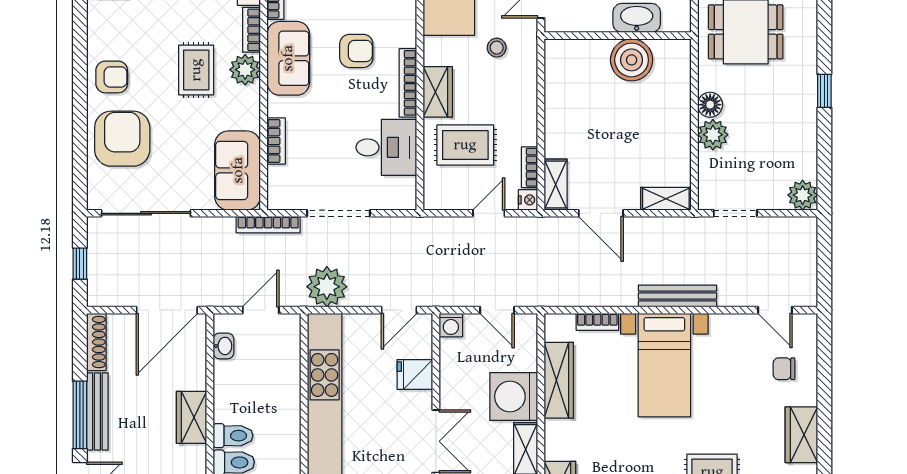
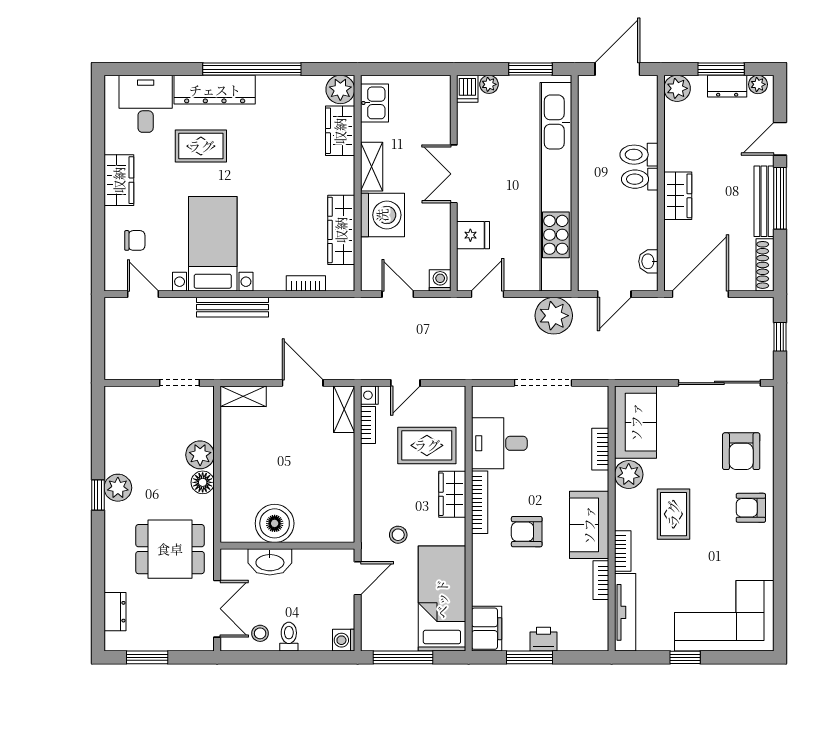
plant: (245, 70) -> (629, 474), moved
armchair: (122, 139) -> (741, 451), width x0.73, depth x0.73
plant: (803, 195) -> (118, 488), moved
bookcase: (268, 225) -> (607, 372), removed
bed with nightstands: (664, 365) -> (213, 244), moved

